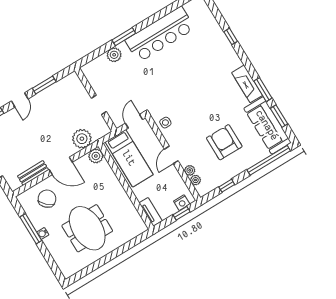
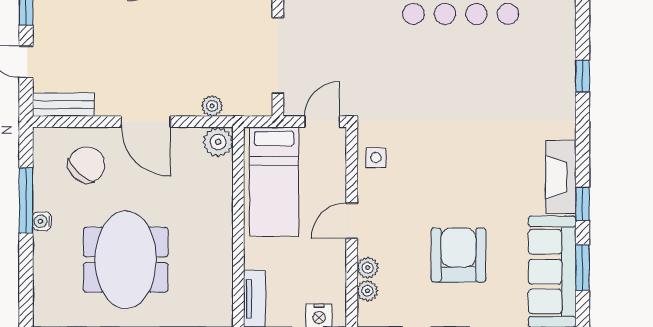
window: (263, 90) -> (583, 204), width x0.67
doorway: (99, 105) -> (278, 55), width x1.87
plant: (82, 139) -> (212, 106), width x0.53, depth x0.53
bench: (33, 173) -> (63, 105), moved

